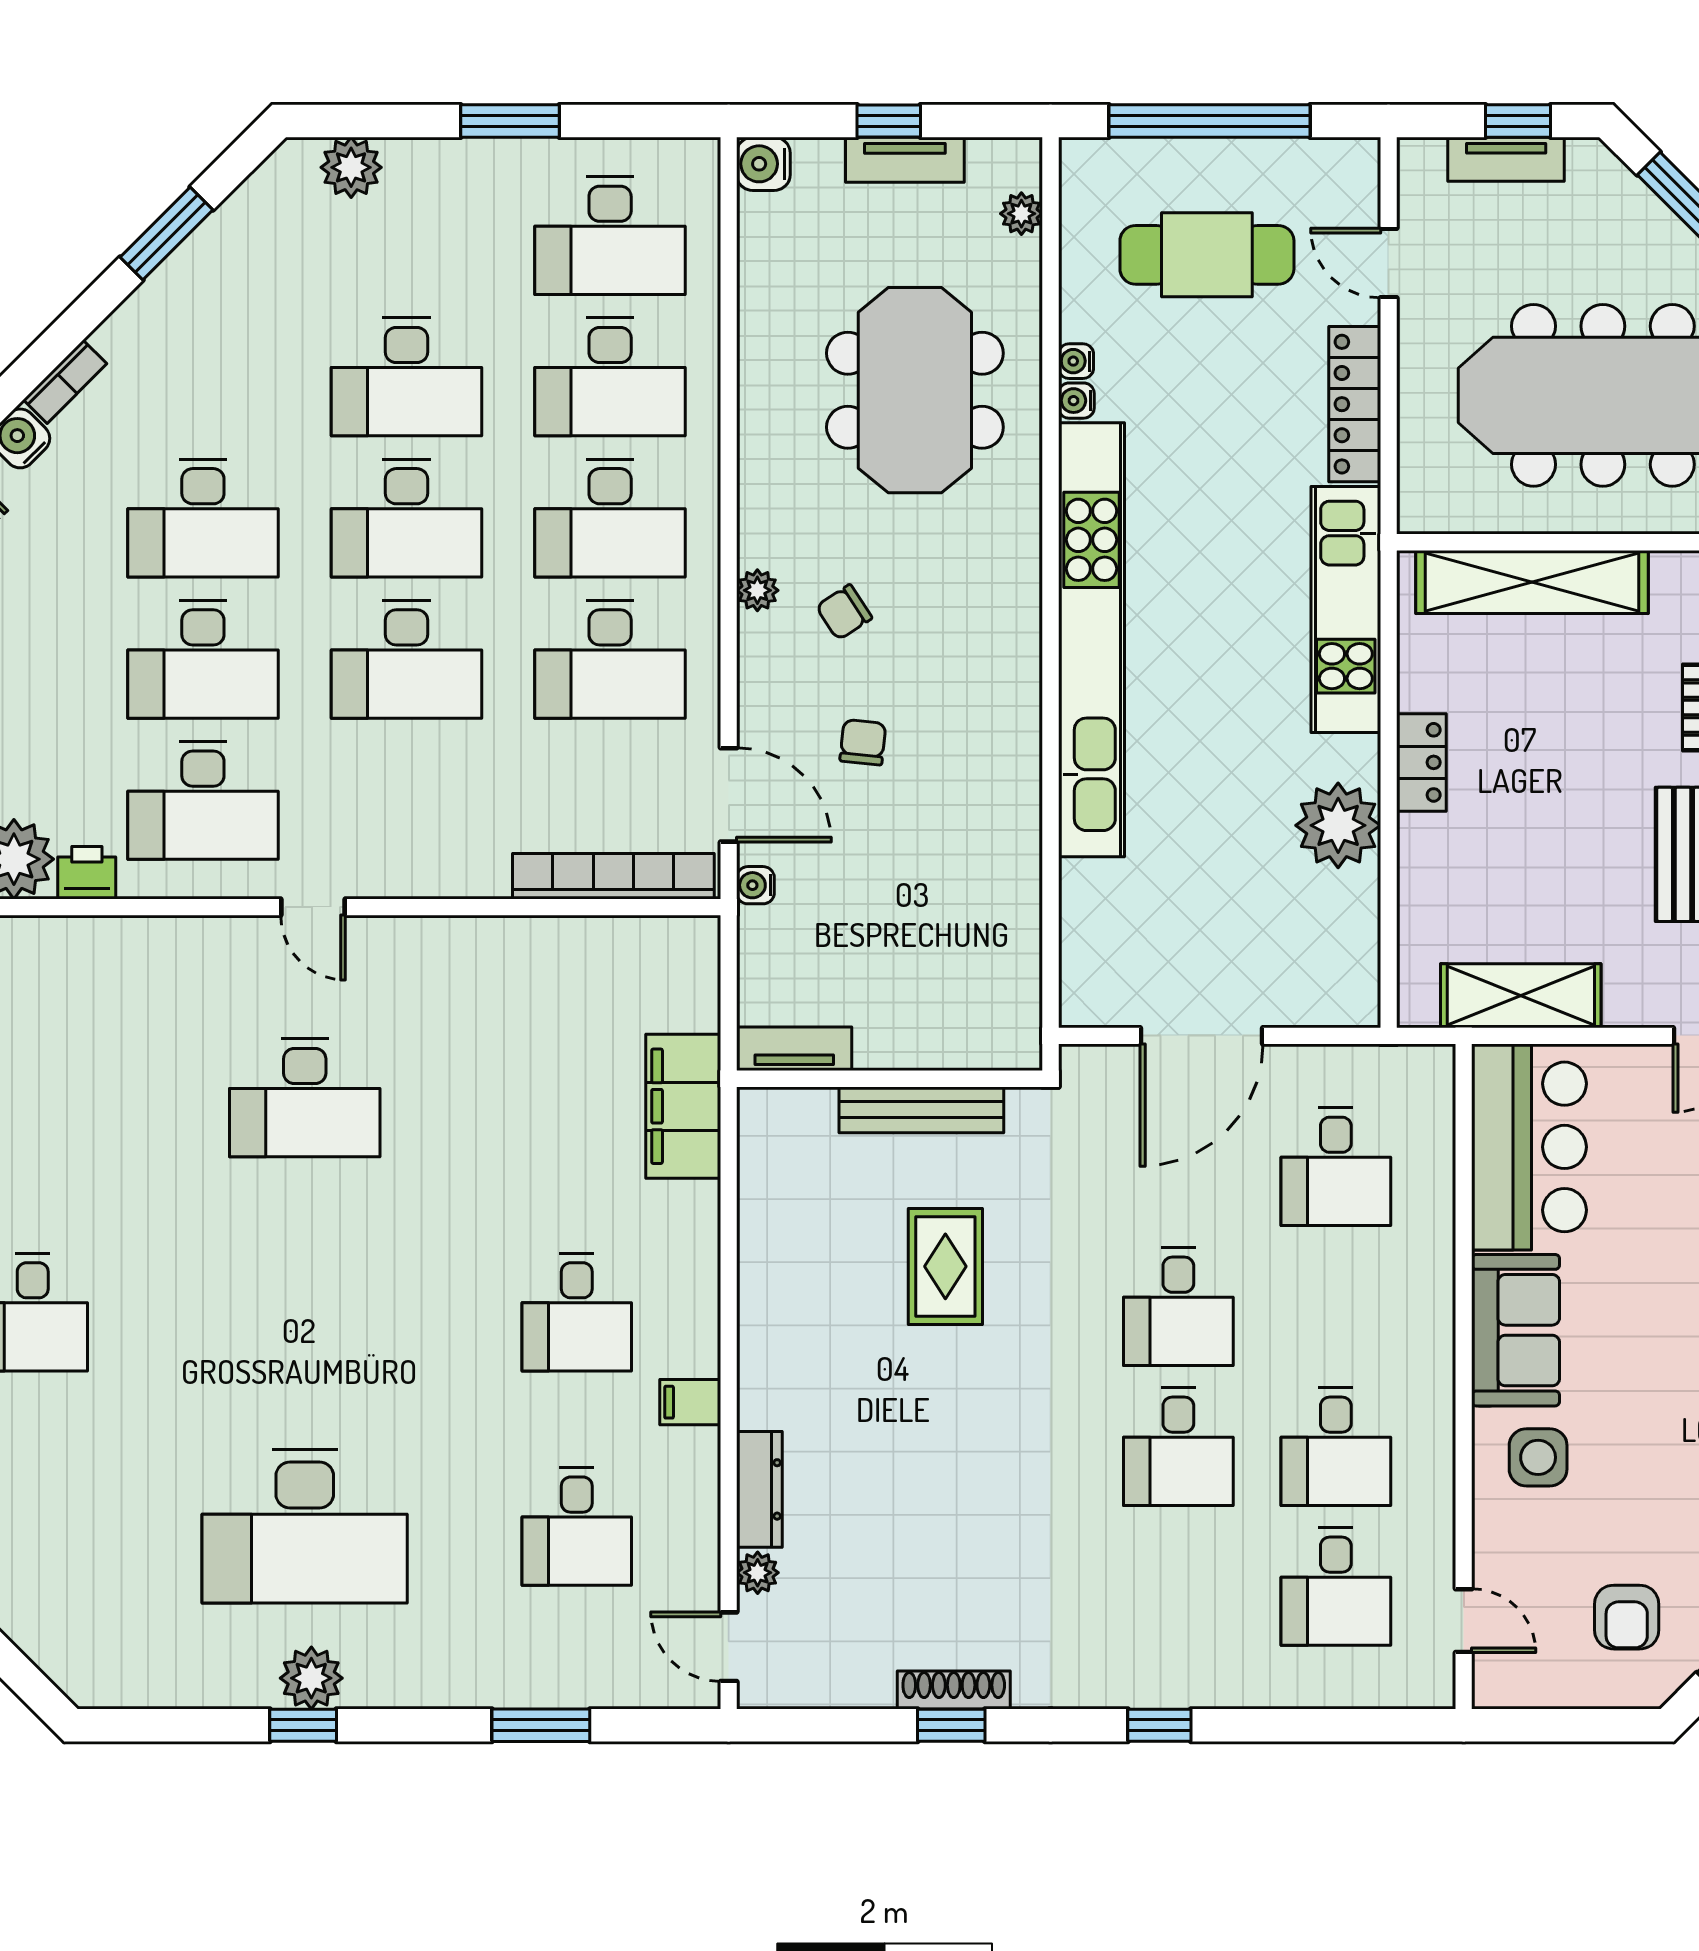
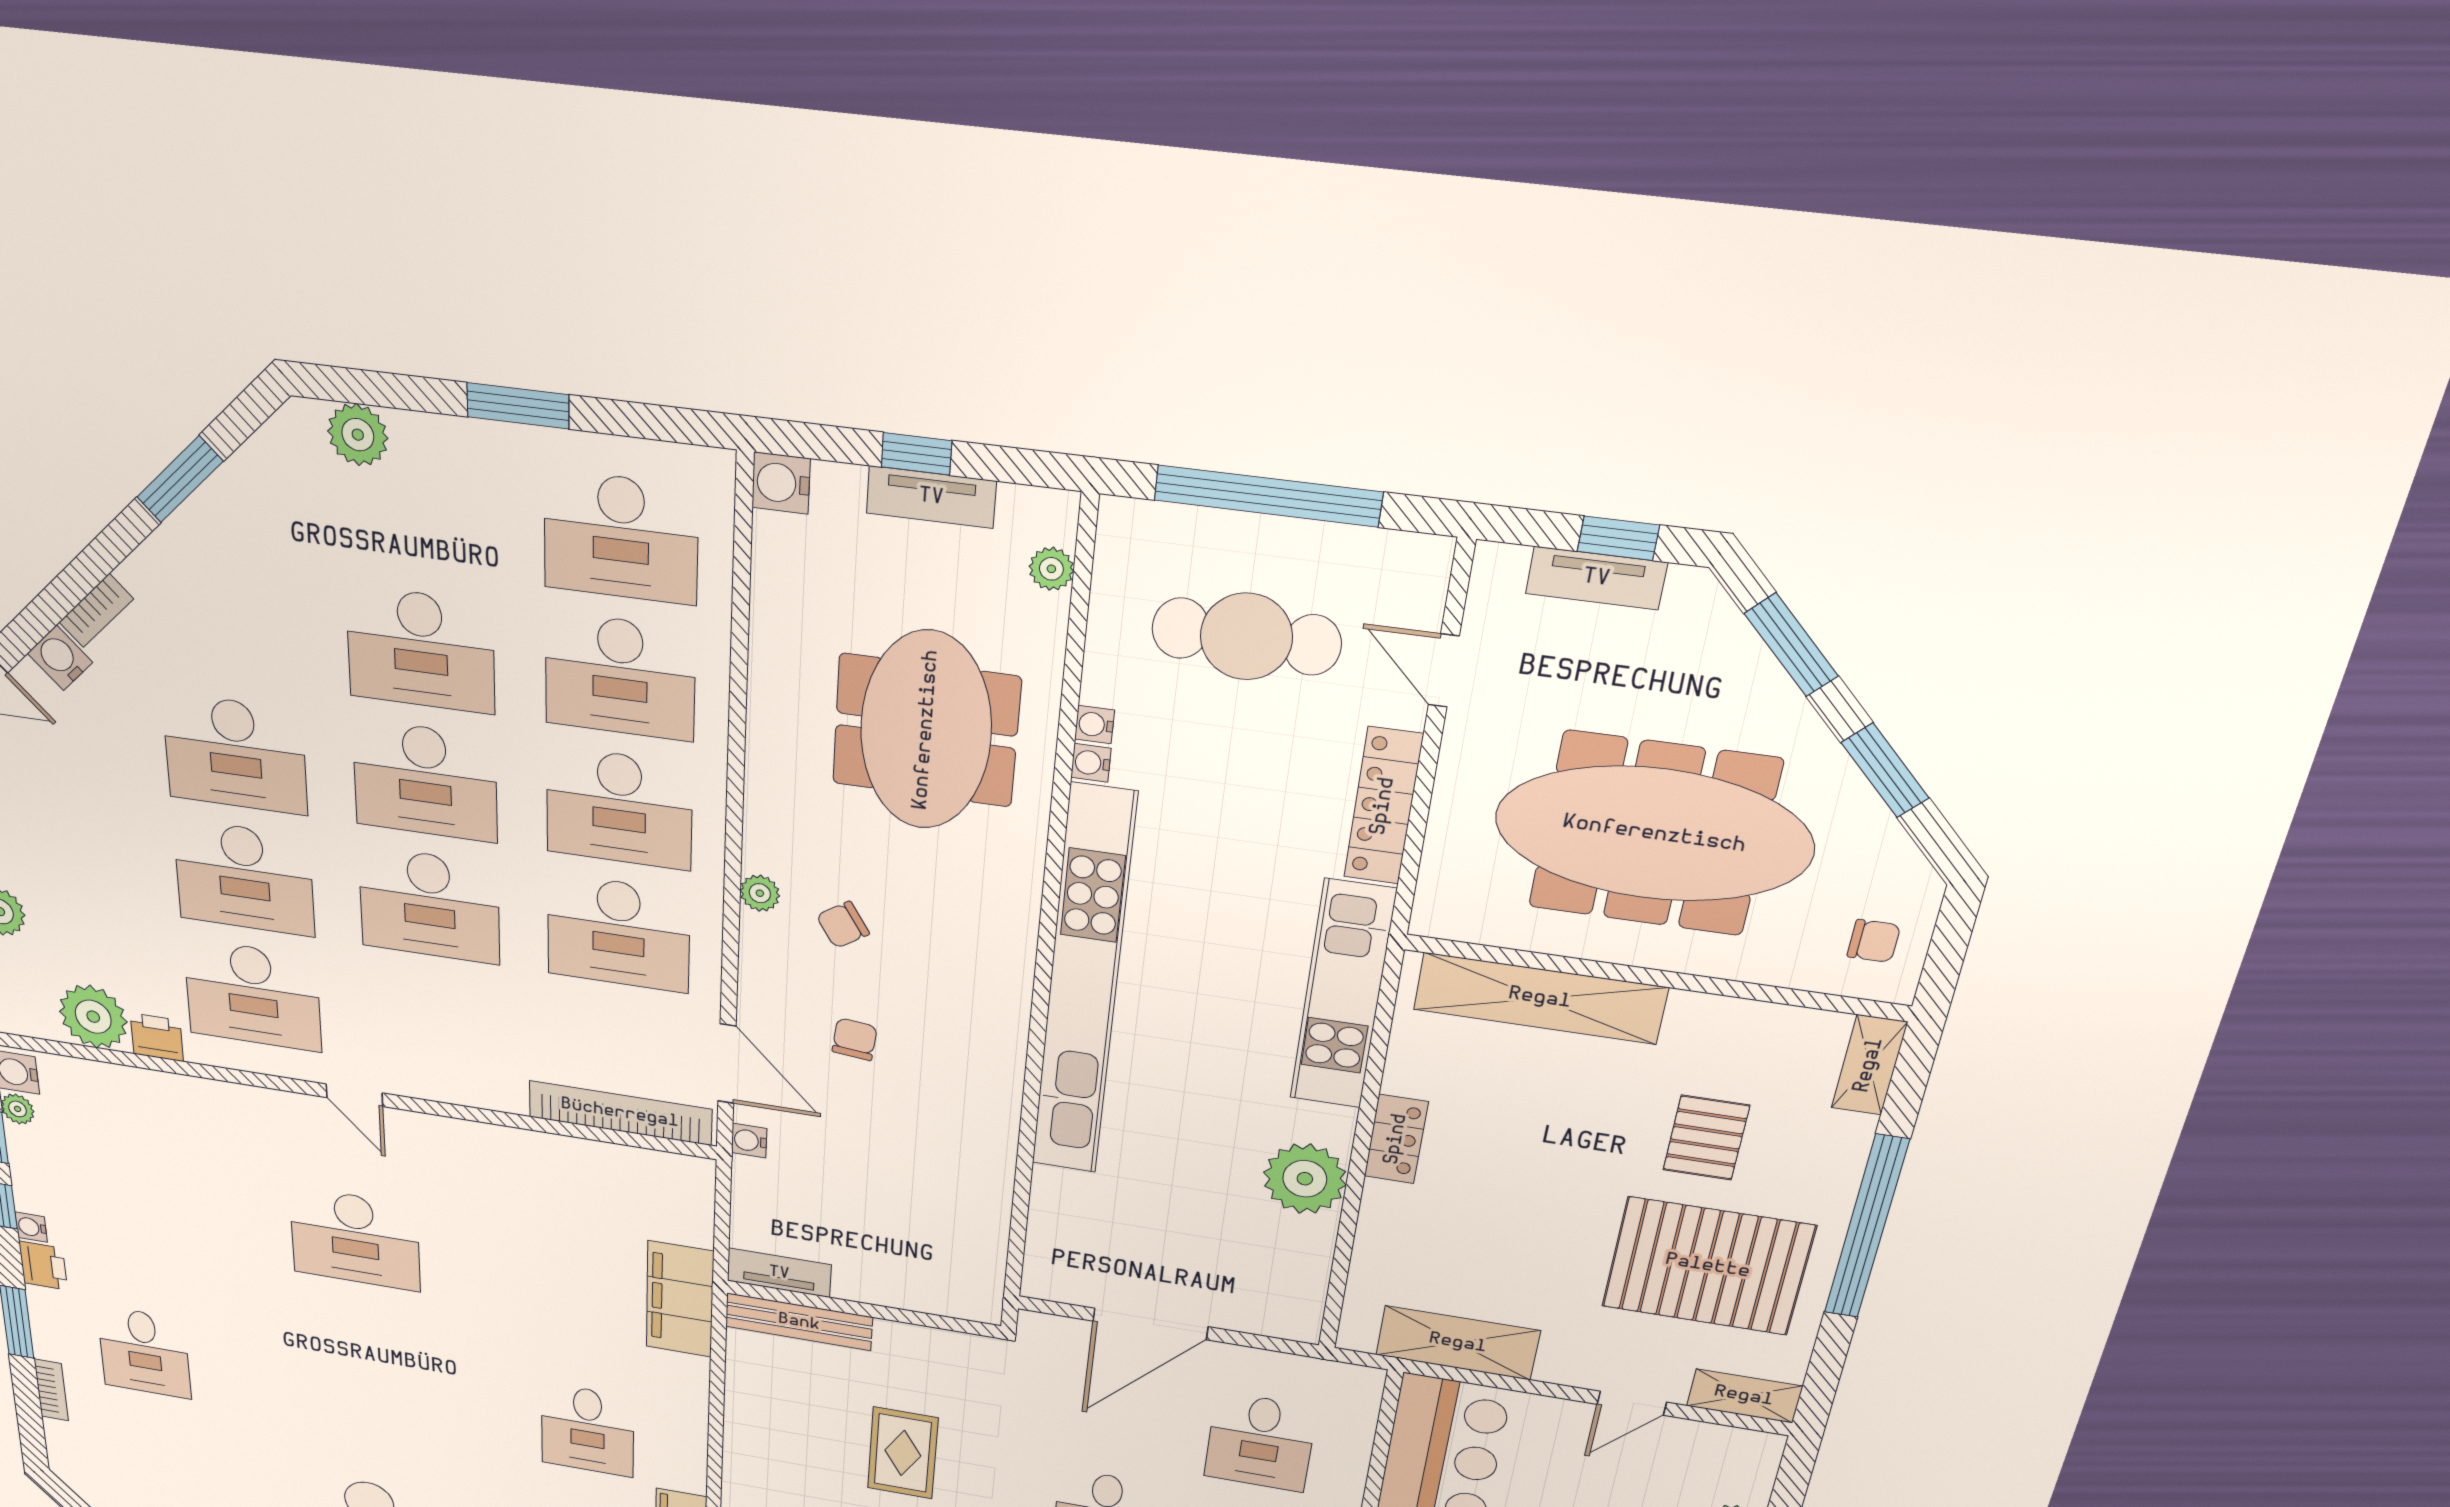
bench: (921, 1110) -> (799, 1322), moved

